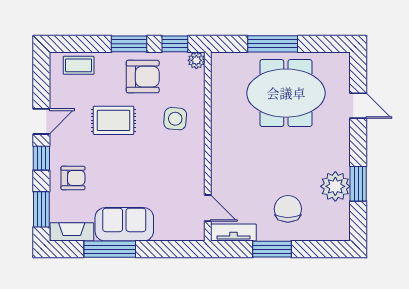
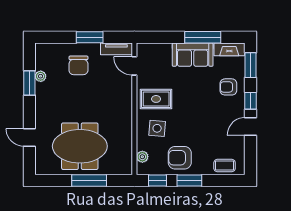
plant: (196, 60) -> (142, 157), moved
rug: (114, 120) -> (156, 99), moved
plant: (335, 186) -> (41, 76), width x0.53, depth x0.53

